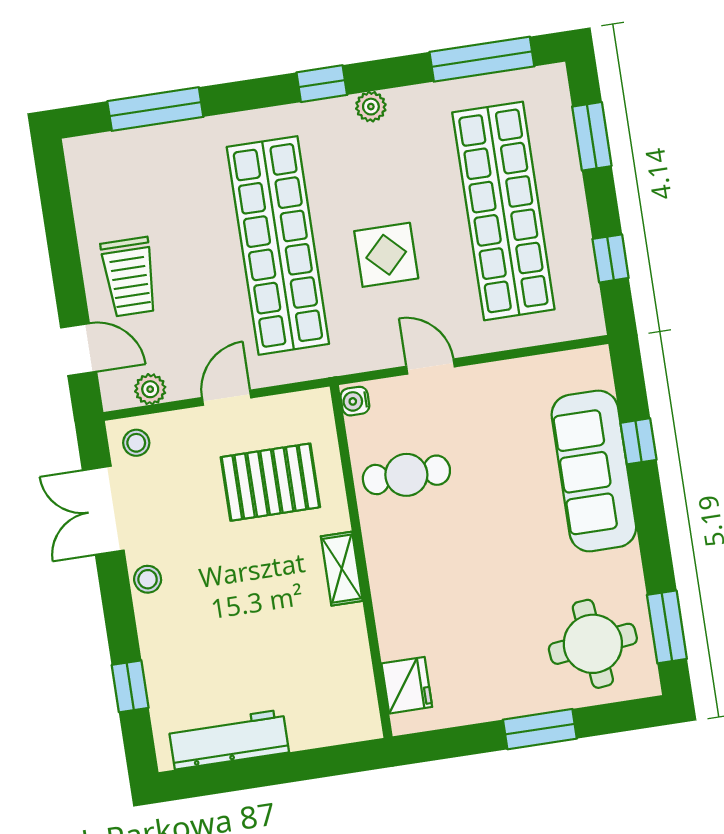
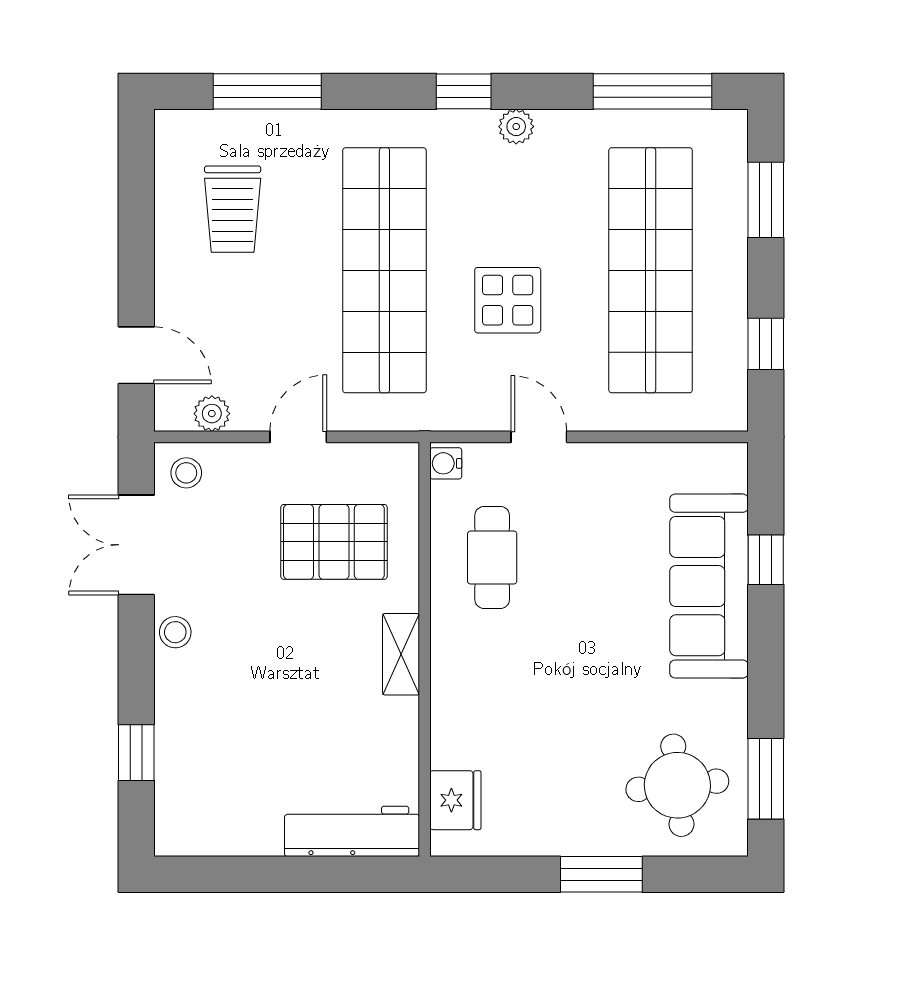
trolley: (129, 277) -> (233, 209), moved
cafe table: (406, 475) -> (492, 557), turned 90
workbench: (229, 740) -> (352, 831), moved

